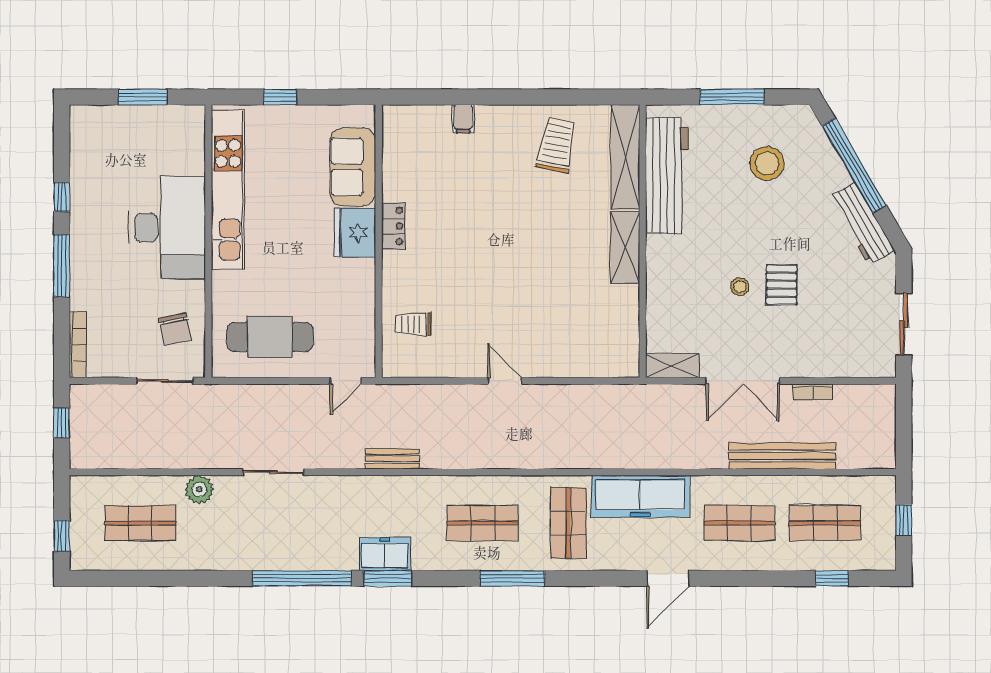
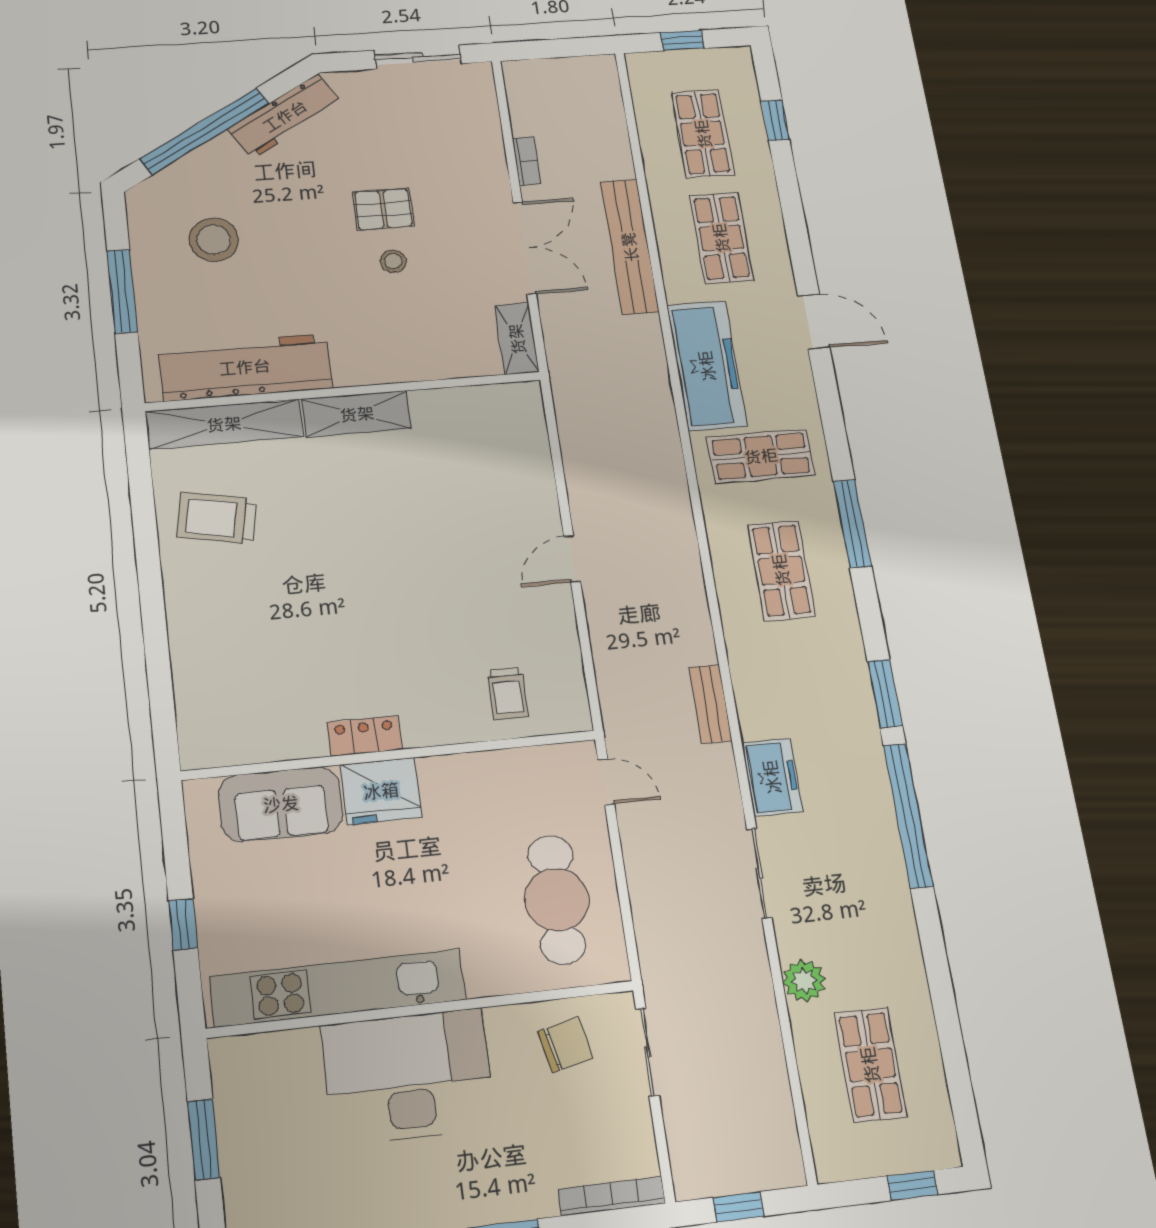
filing cabinet: (463, 119) -> (190, 652), removed
bench: (782, 456) -> (630, 247), moved
freezer: (385, 554) -> (772, 777), moved, turned 180

